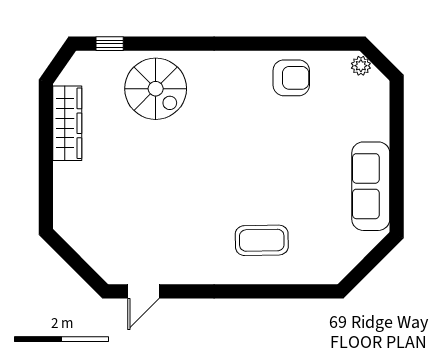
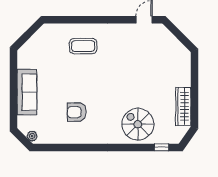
armchair: (291, 78) -> (77, 112), moved
sofa: (371, 186) -> (27, 92), moved

